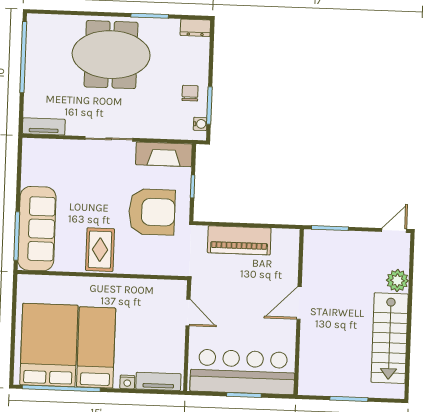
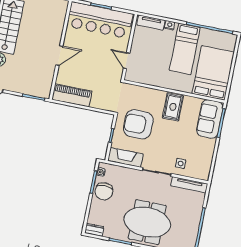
chair: (190, 93) -> (104, 191), width x1.87, depth x1.87
tv unit: (44, 126) -> (189, 185), width x1.41
side table: (72, 159) -> (181, 163), added
sofa: (37, 229) -> (210, 119), width x0.73
piano: (239, 240) -> (72, 95), moved
bed: (49, 345) -> (213, 73), moved, turned 180

